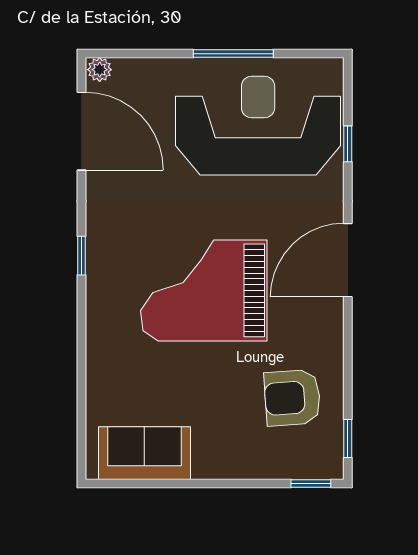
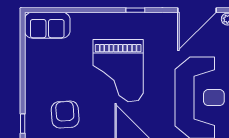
grand piano: (204, 290) -> (118, 71), turned 180
sofa: (144, 453) -> (47, 25), moved, turned 90

